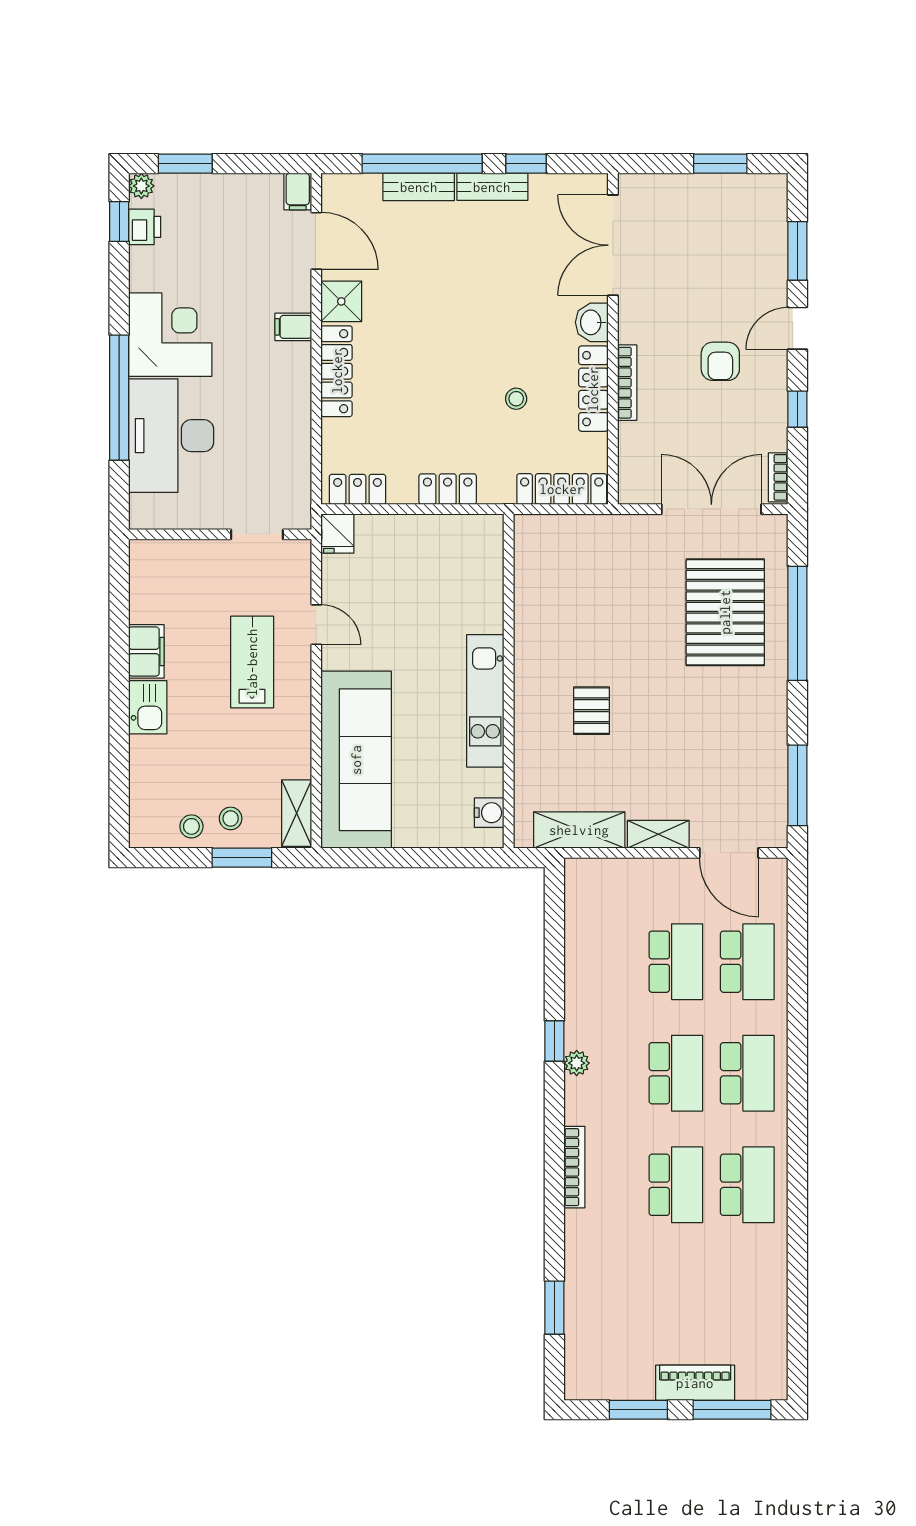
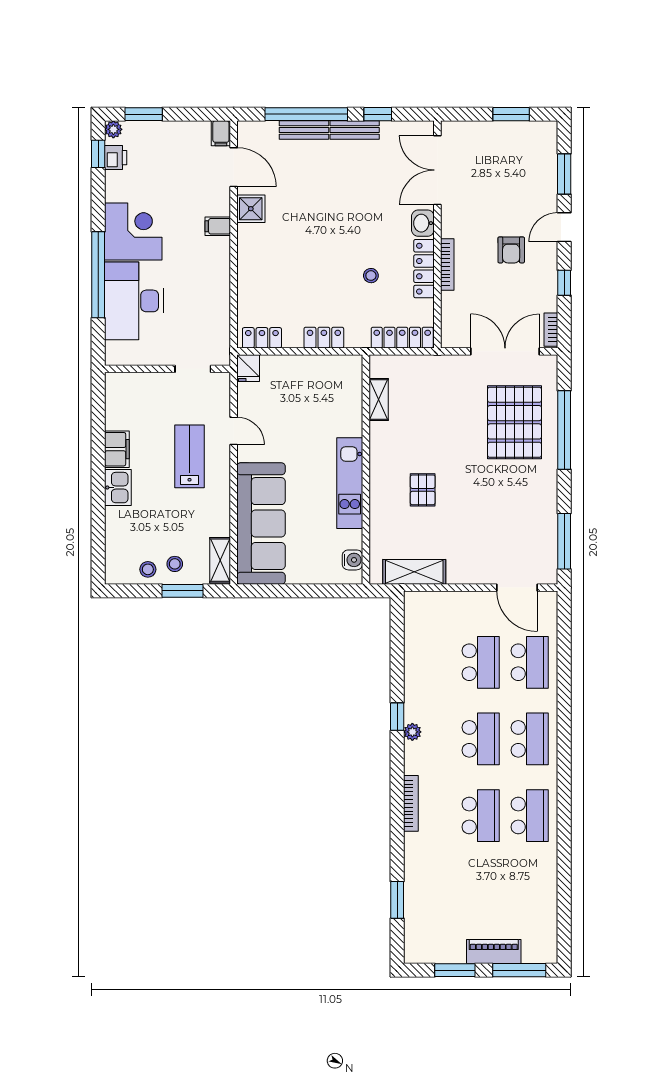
locker: (337, 371) -> (248, 257), removed
shelving: (658, 834) -> (379, 399), moved, turned 90

